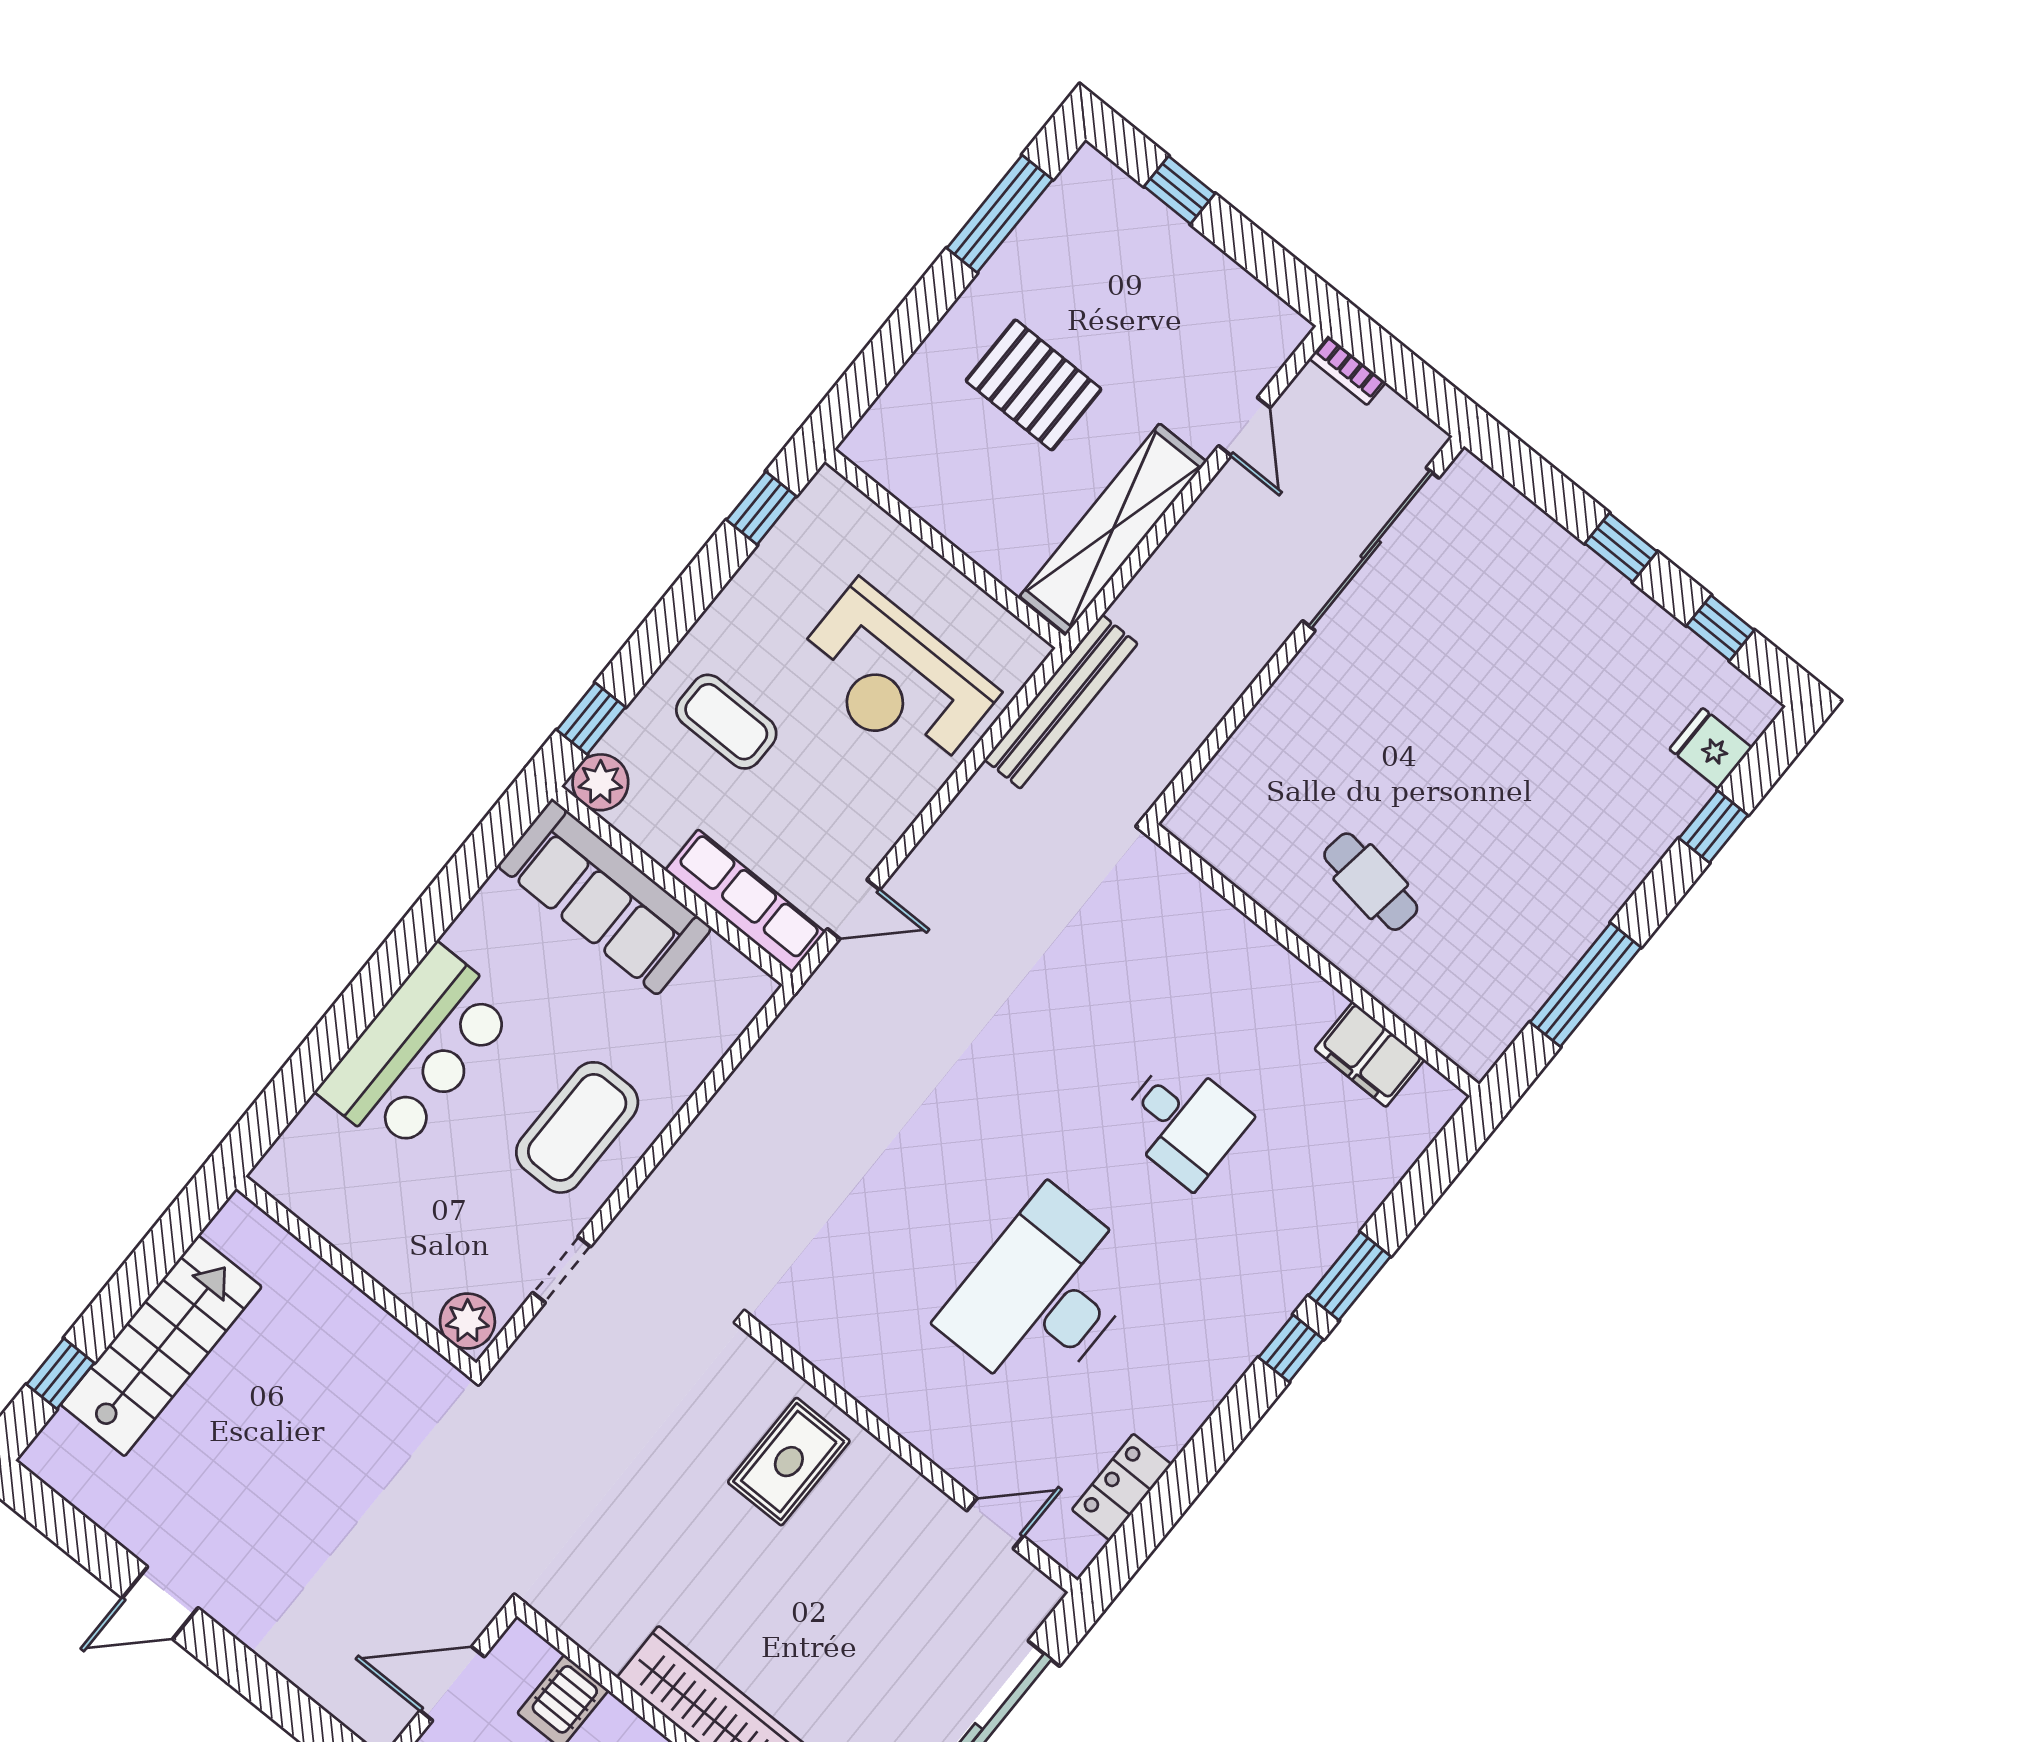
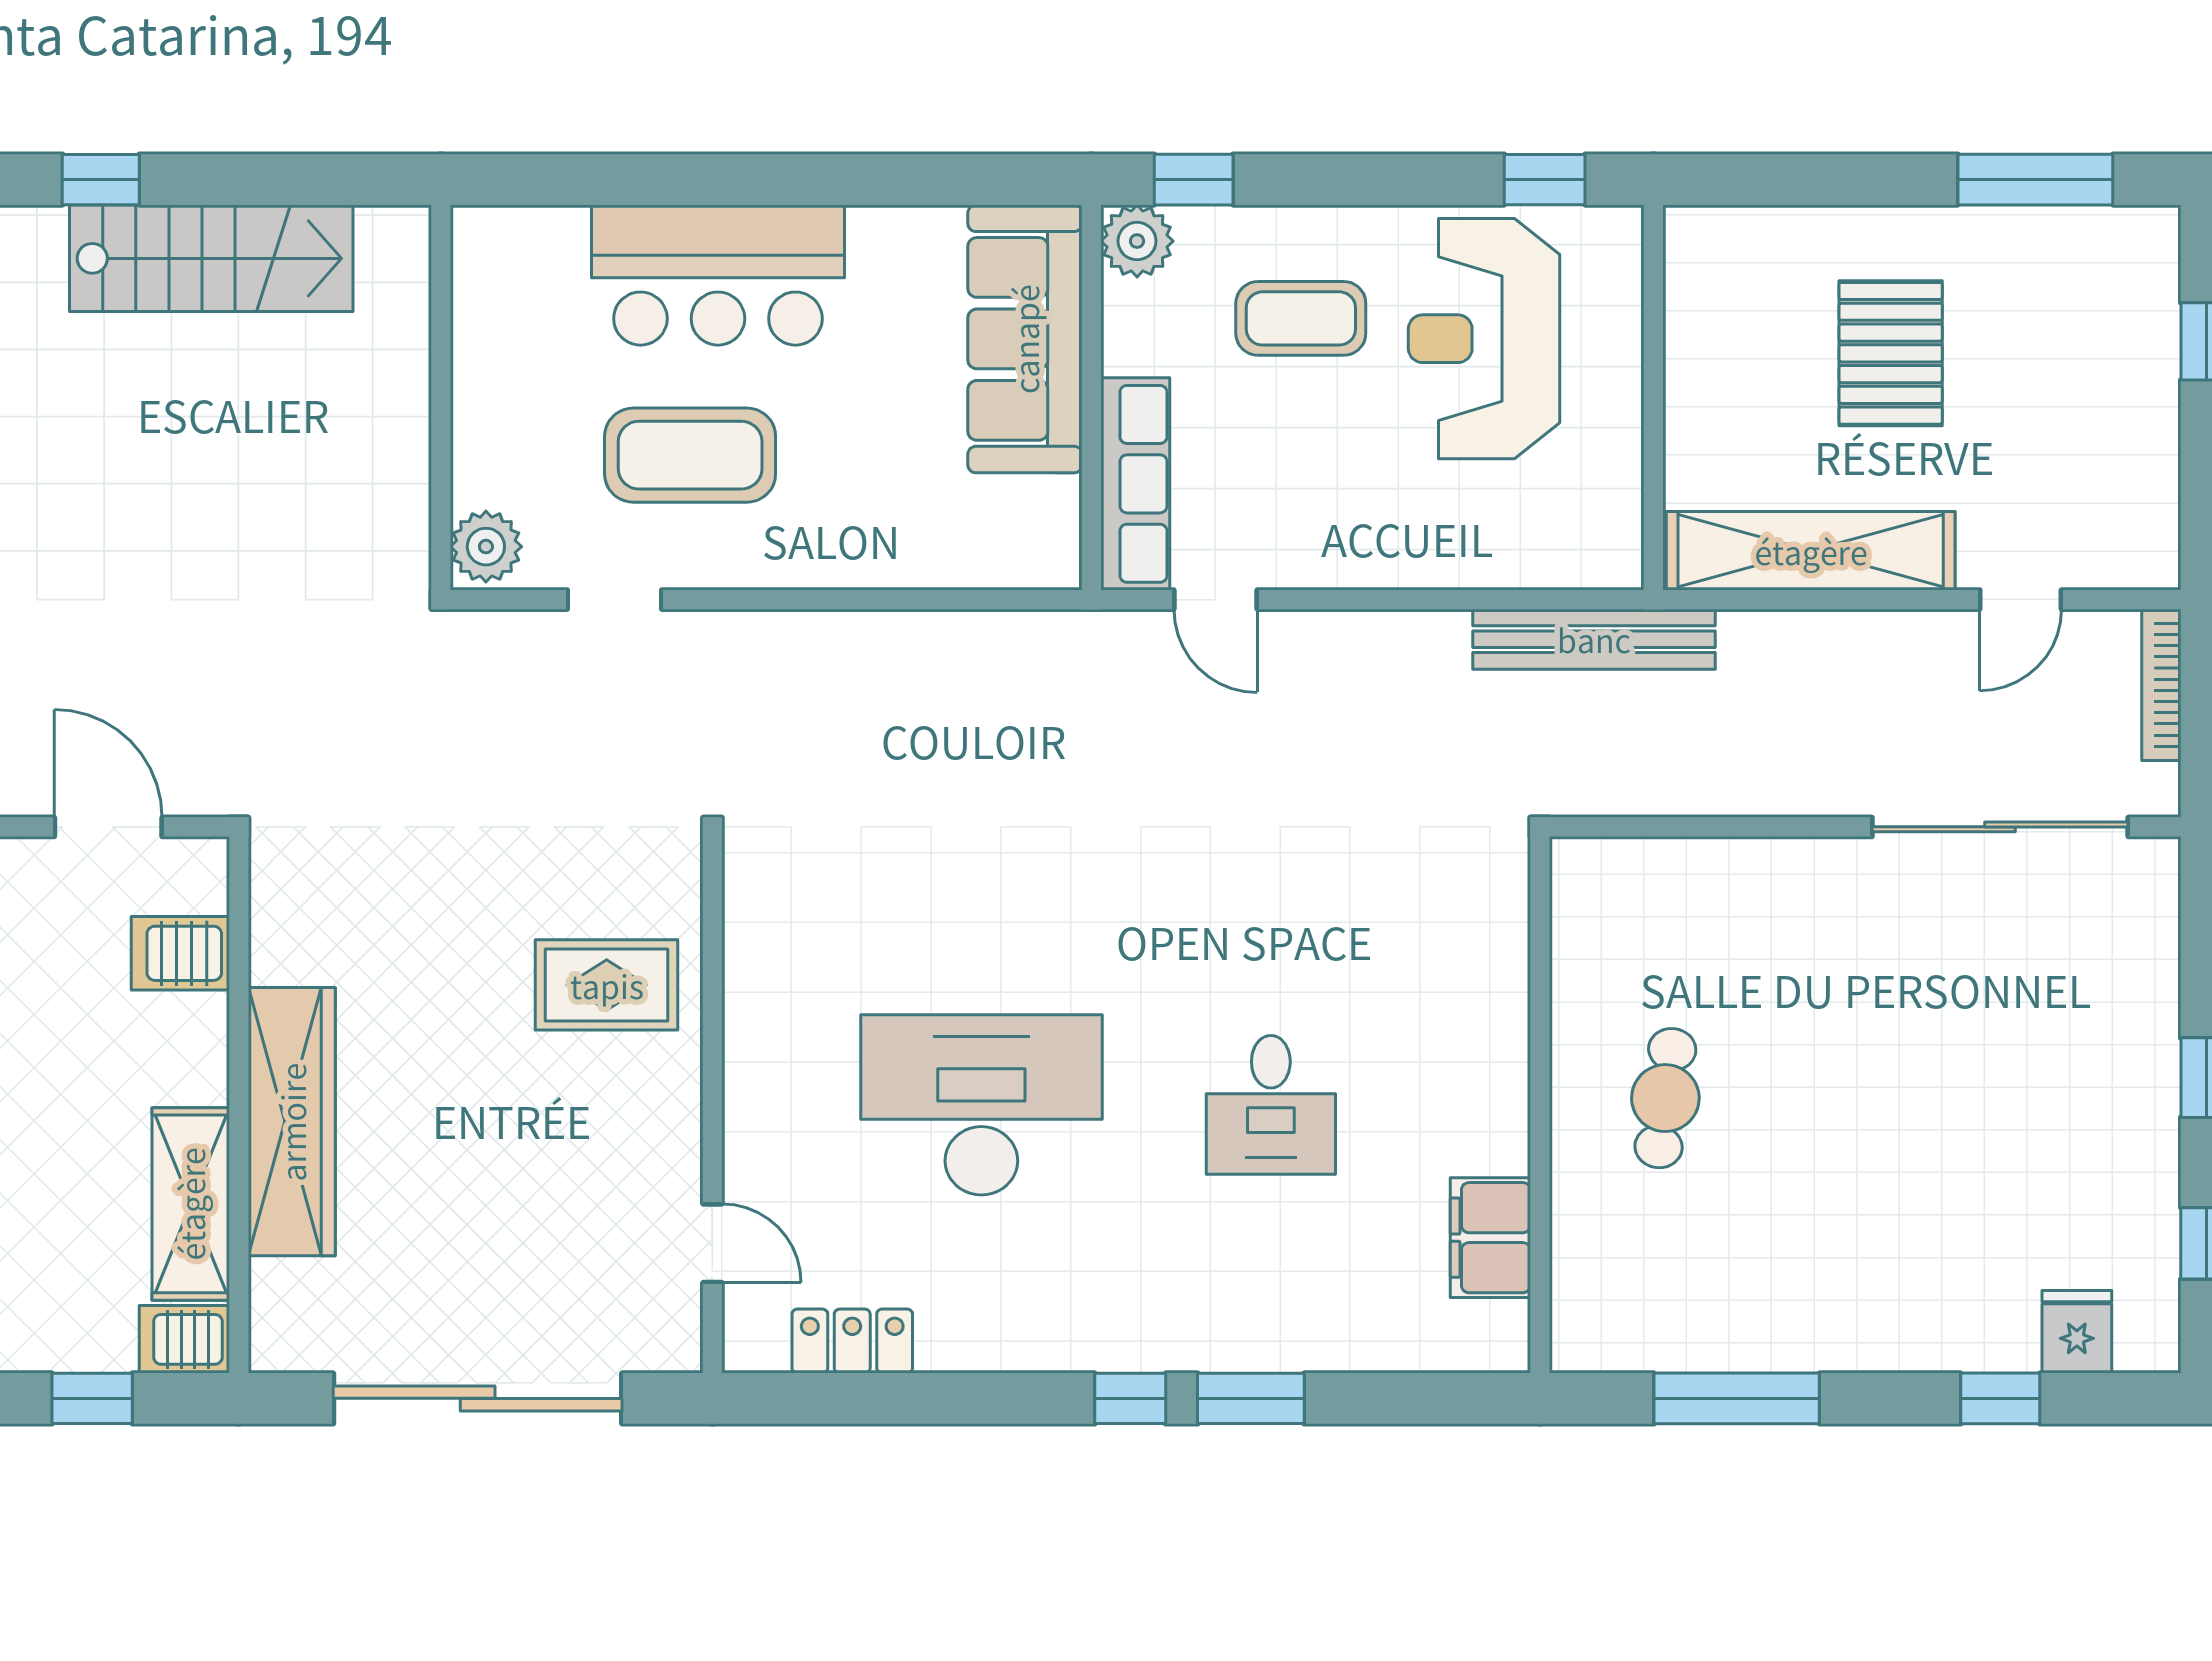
bookcase: (1347, 370) -> (2161, 685), width x1.56
reception desk: (894, 679) -> (1484, 339), moved
coffee table: (726, 722) -> (1301, 318), turned 90
coffee table: (577, 1127) -> (690, 455), moved

